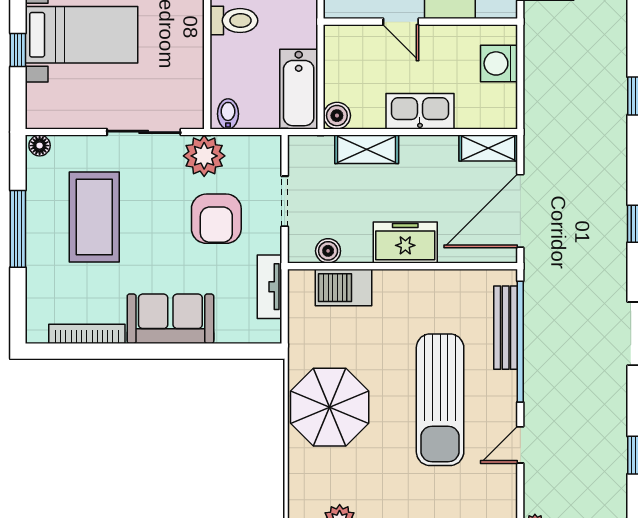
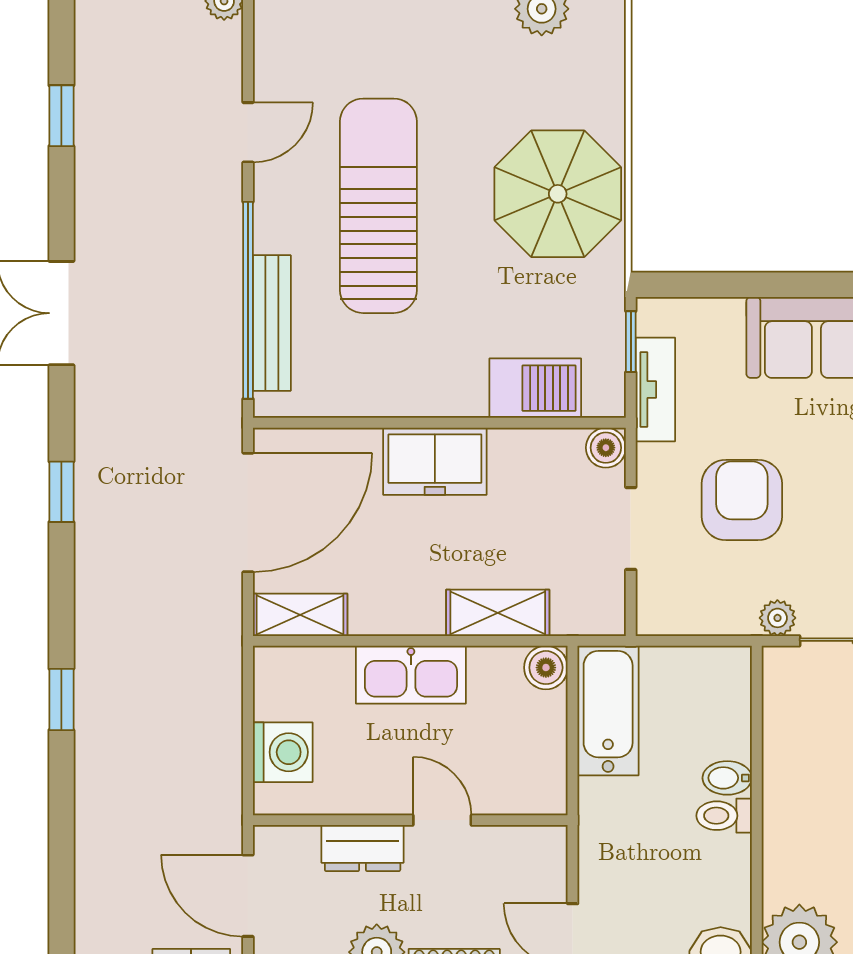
toilet: (234, 21) -> (724, 816), width x0.73, depth x0.72
bidet: (228, 114) -> (727, 778), moved, turned 90
plant: (204, 156) -> (777, 618), width x0.53, depth x0.53
boiler: (328, 251) -> (606, 448), moved
window: (285, 316) -> (631, 342), added

